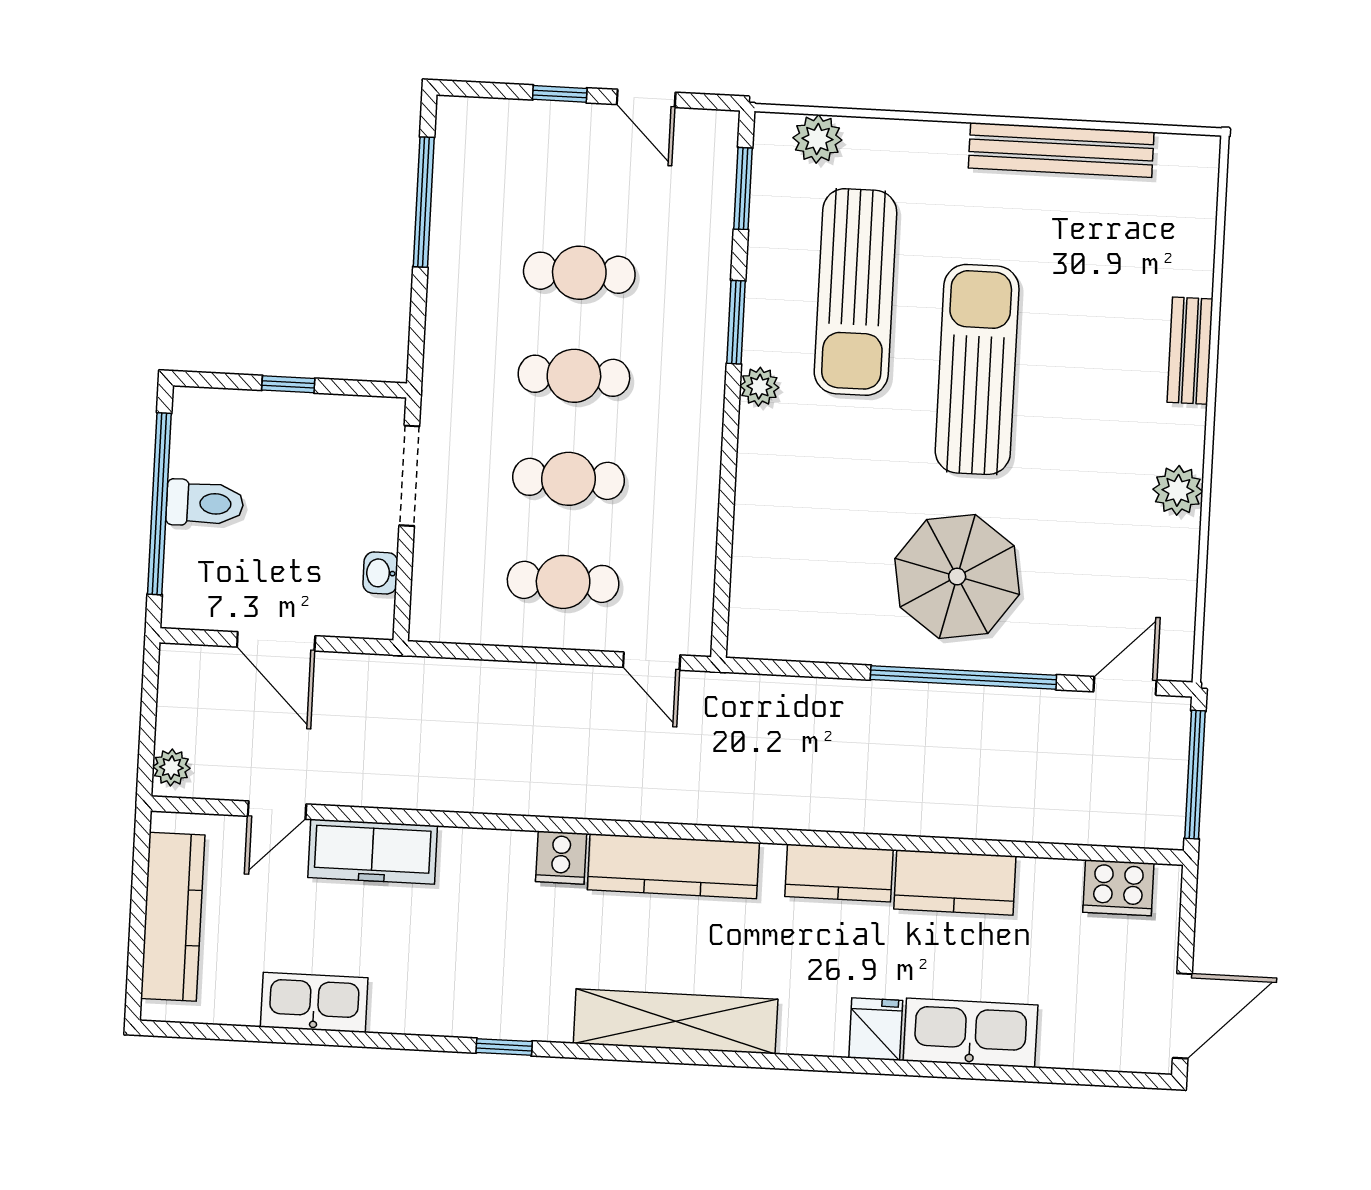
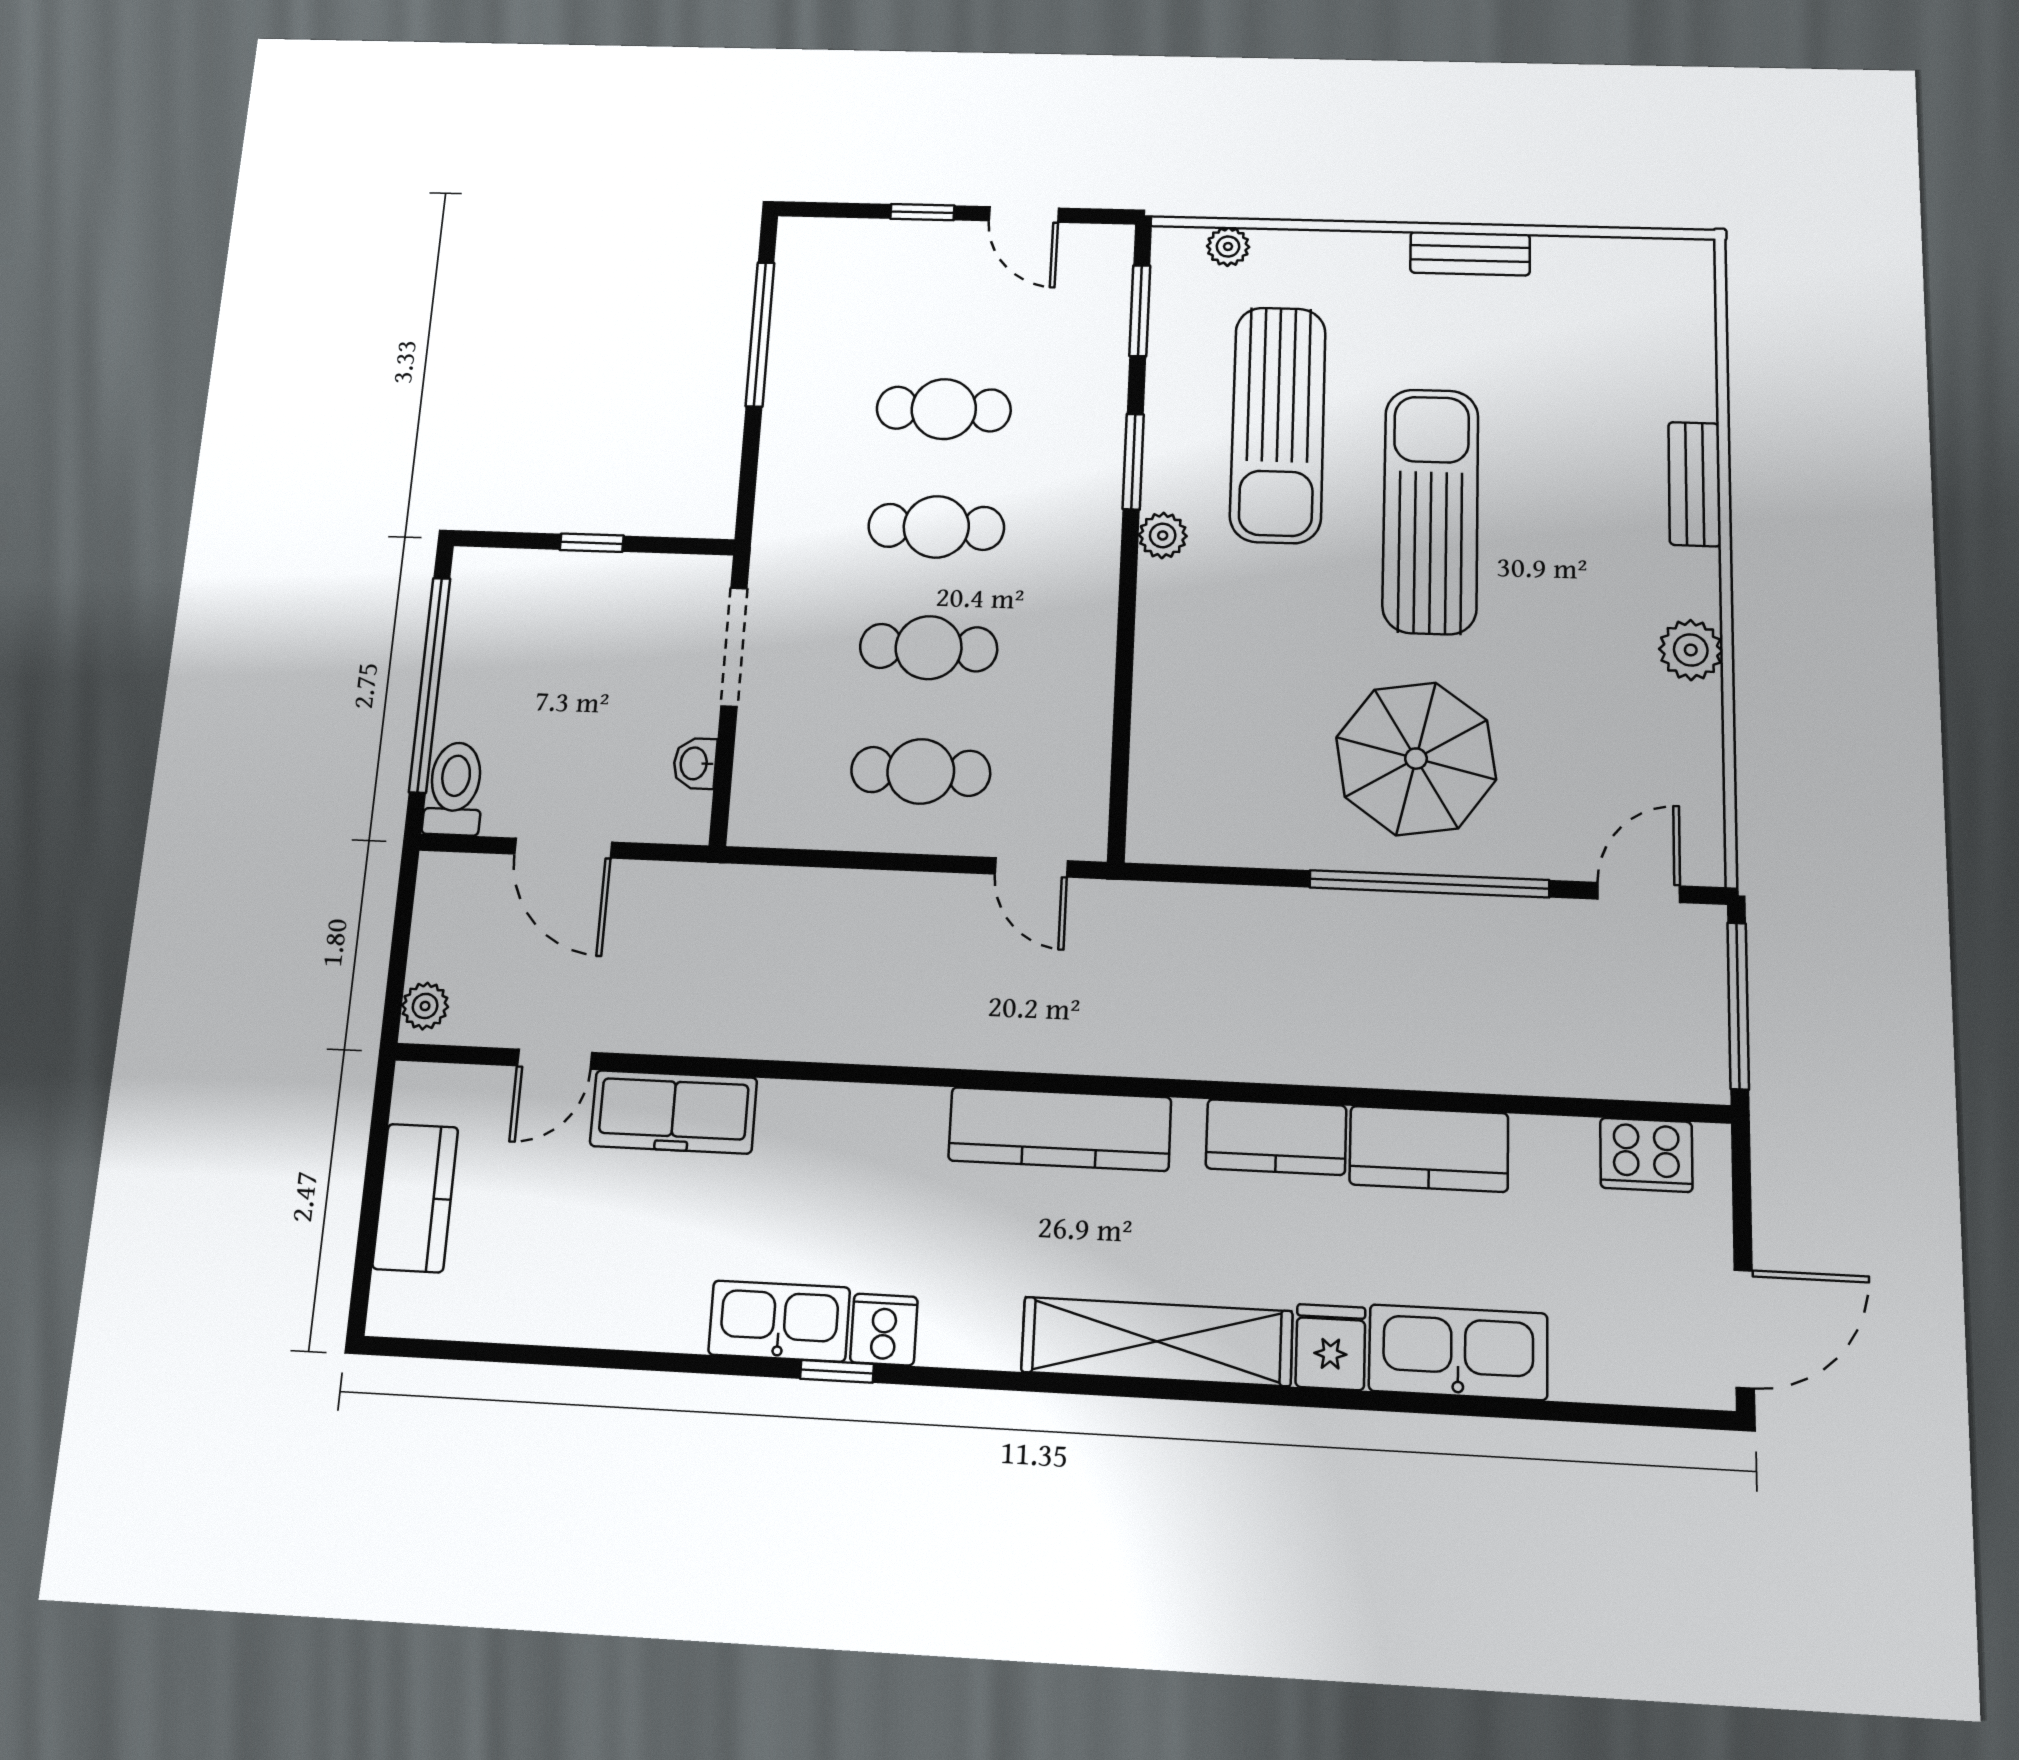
plant: (817, 139) -> (1228, 246), width x0.73, depth x0.73
bench: (1061, 150) -> (1470, 253), width x0.54, depth x0.82
toilet: (205, 503) -> (455, 789), moved, turned -90
cooker: (561, 858) -> (884, 1330), moved, turned 180
kitchen counter: (173, 917) -> (415, 1198), width x0.67
kitchen sink: (314, 1002) -> (779, 1321), moved
shelving: (676, 1021) -> (1157, 1341), moved

